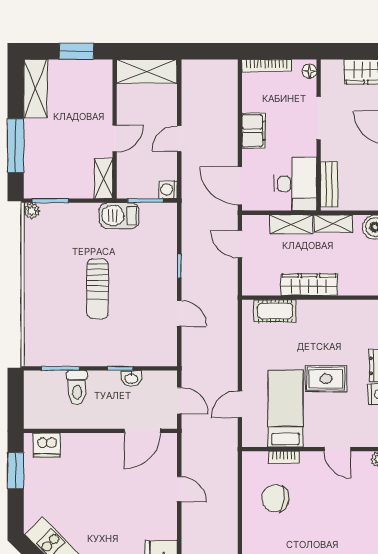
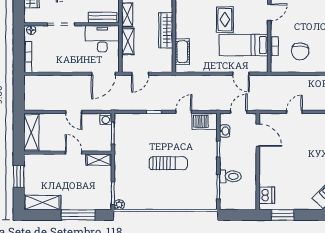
filing cabinet: (254, 131) -> (69, 65), removed
barbecue: (119, 216) -> (205, 121), moved, turned 90
washbasin: (131, 378) -> (225, 131), moved

